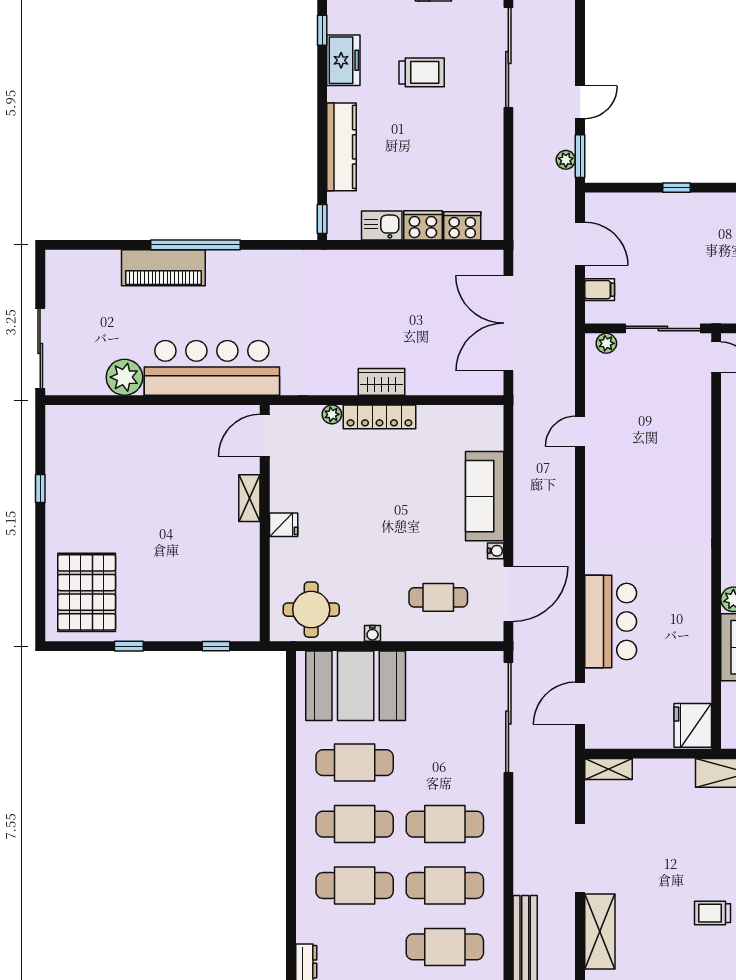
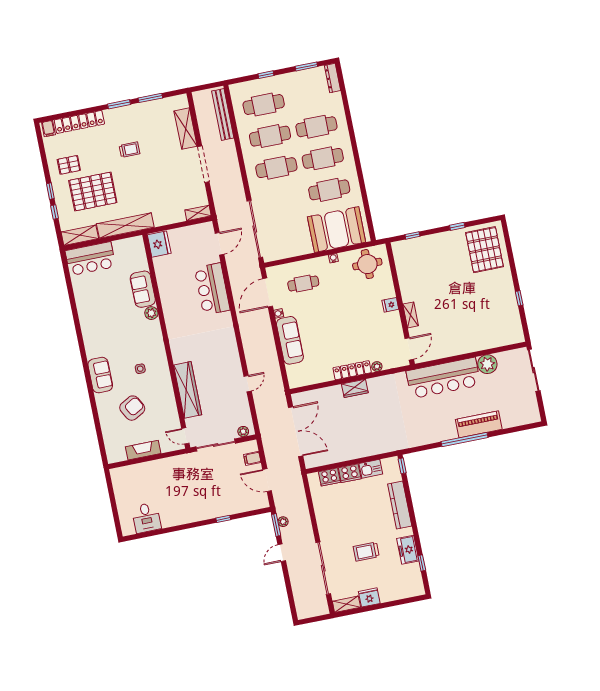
wardrobe: (695, 442) -> (188, 390), added

